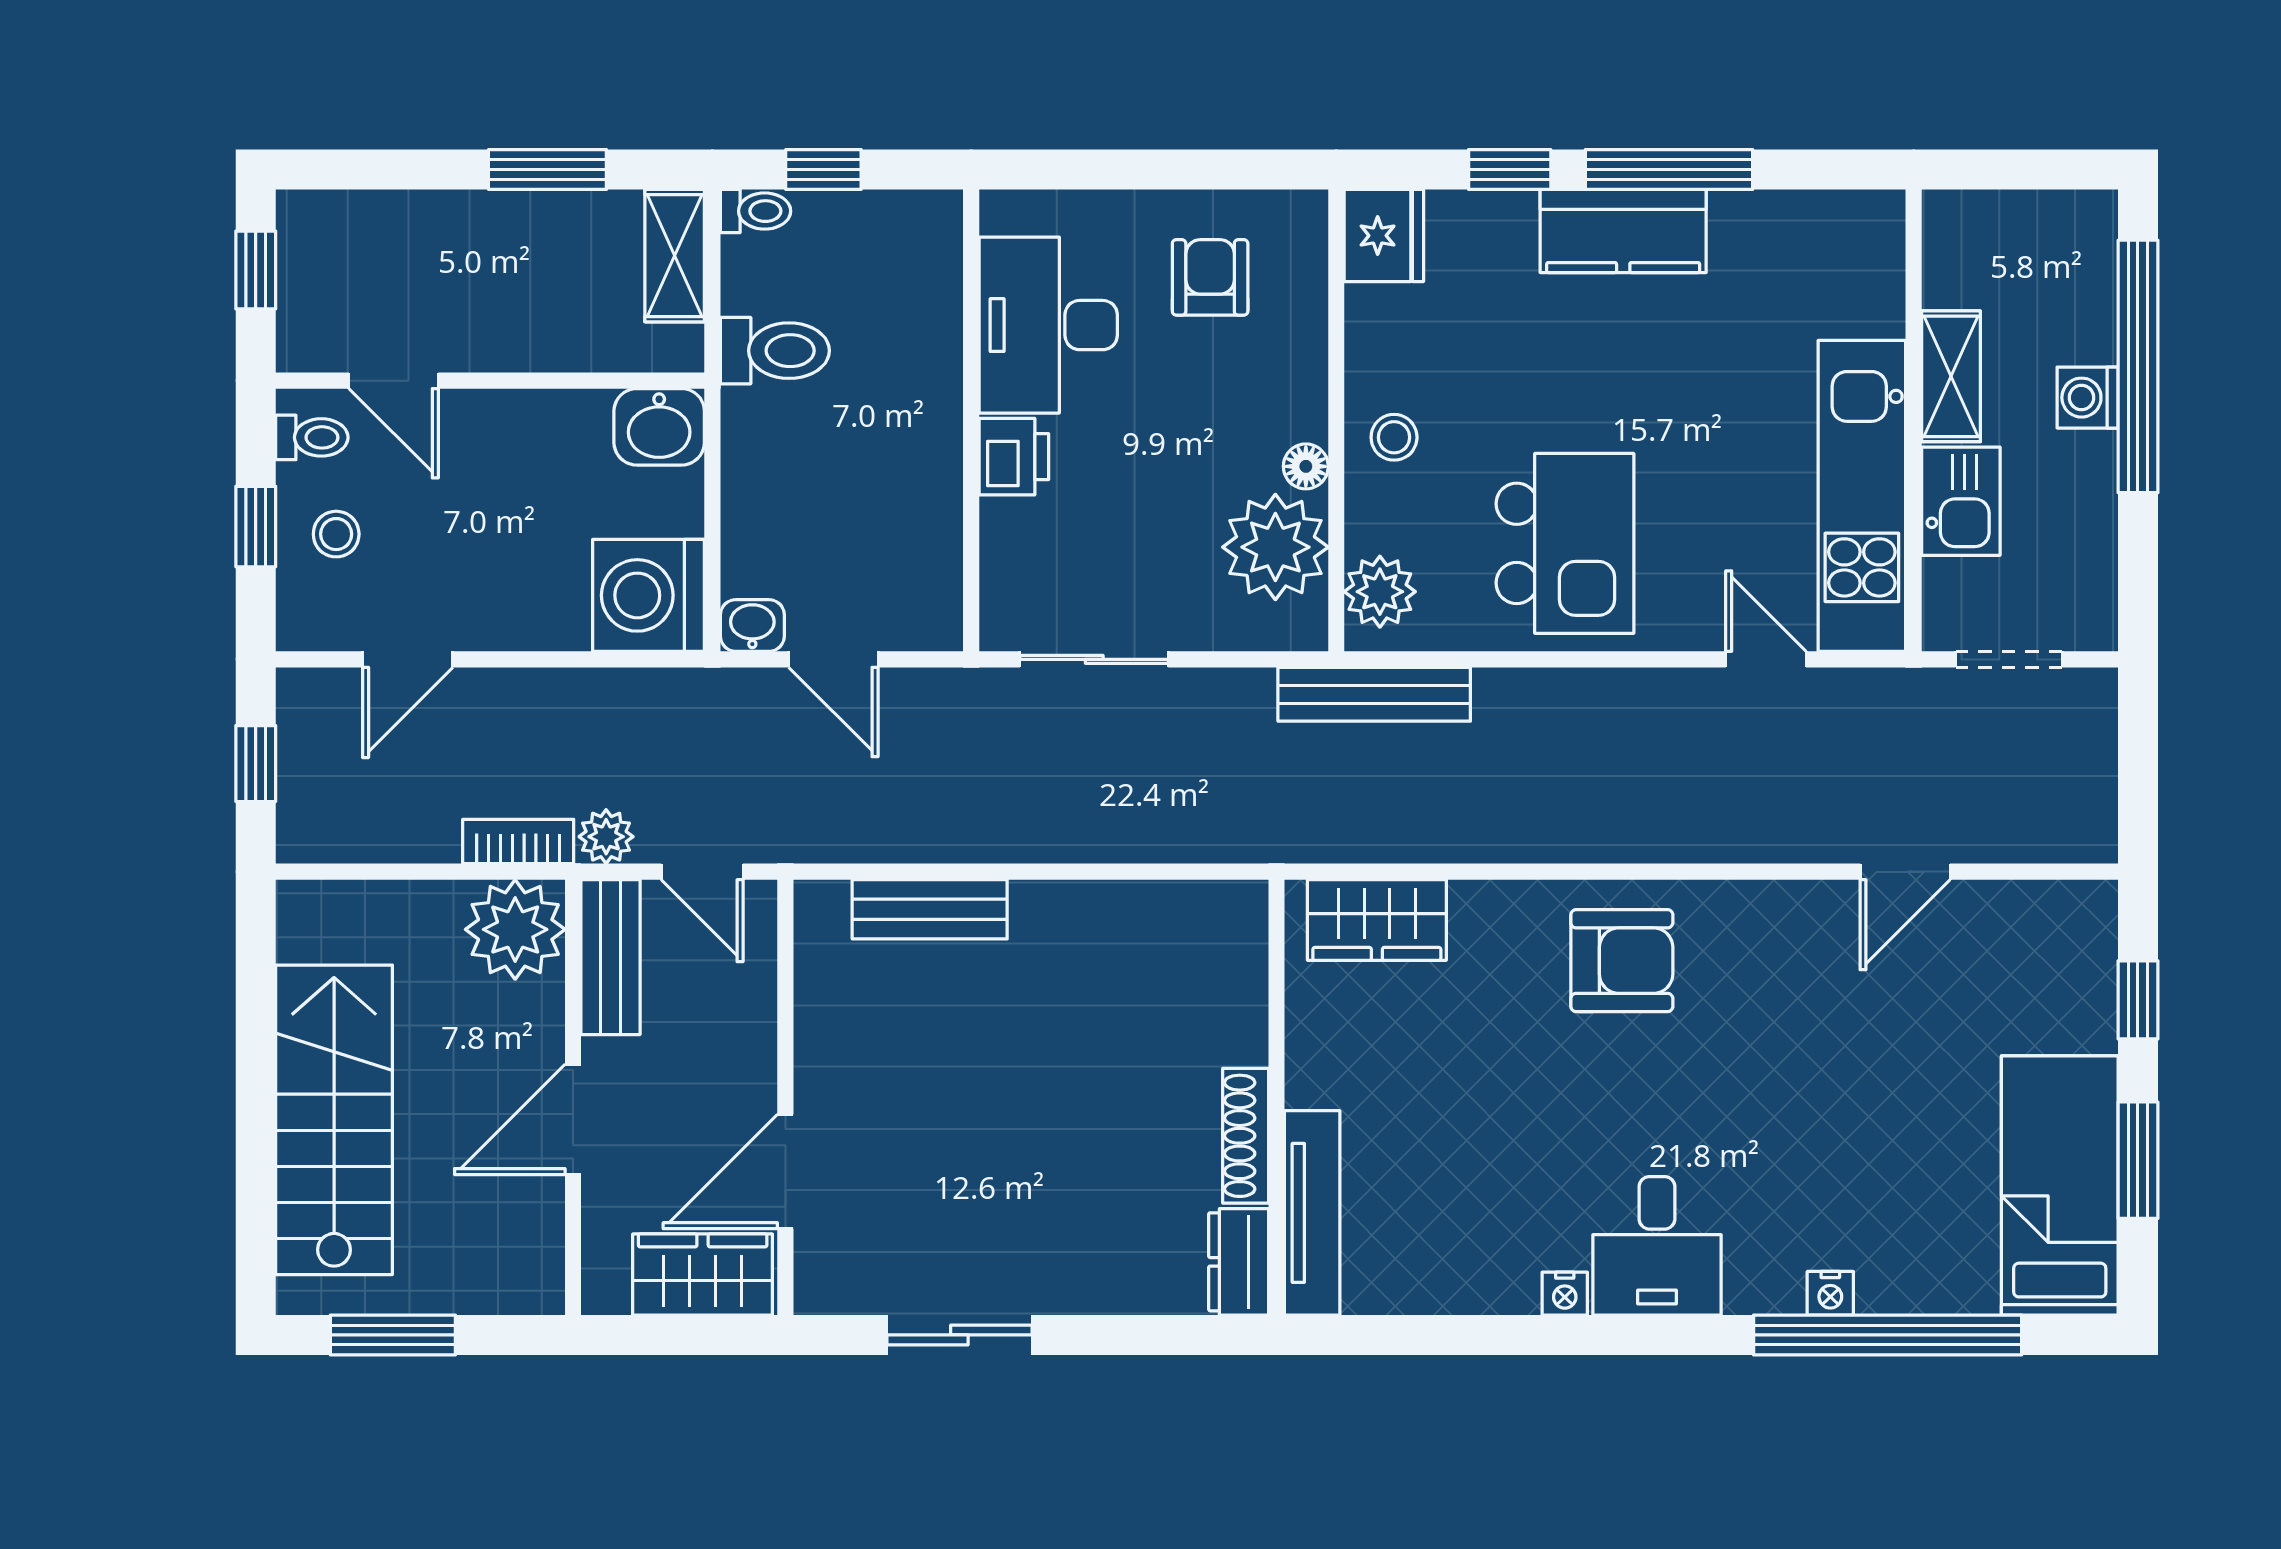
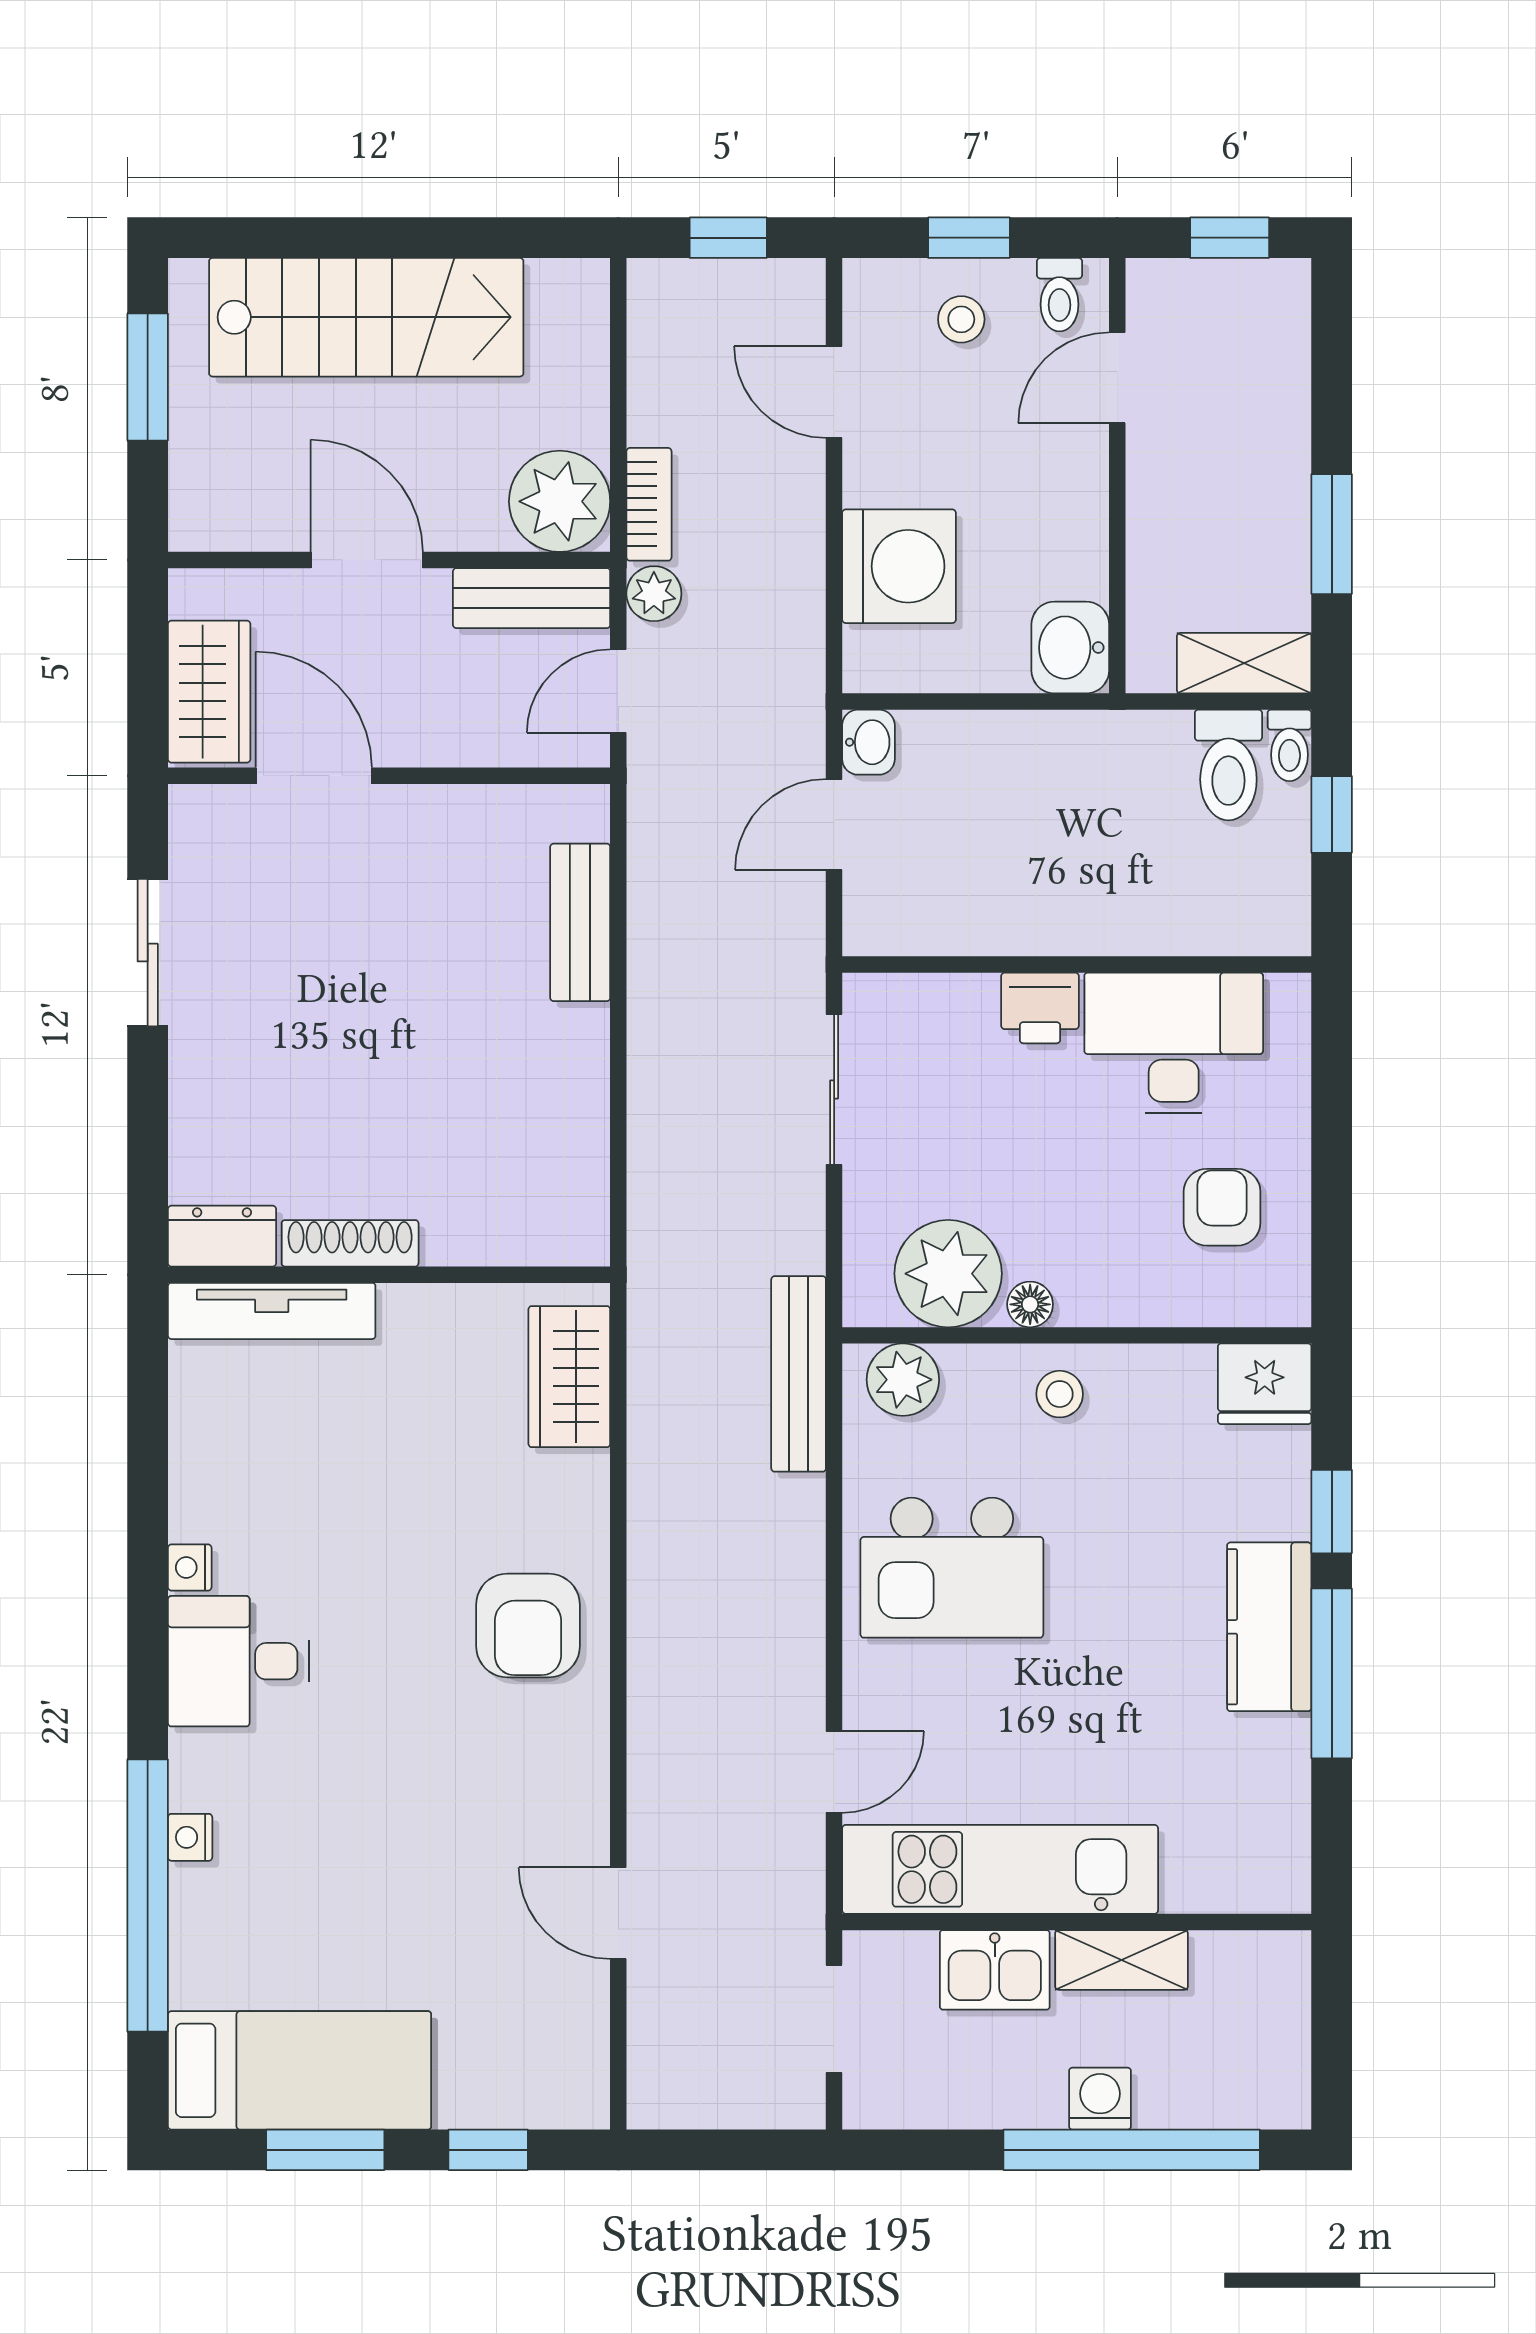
armchair: (1210, 277) -> (1222, 1207), turned -90
toilet: (775, 351) -> (1228, 765), moved
washing machine: (648, 595) -> (899, 566), moved, turned 90

